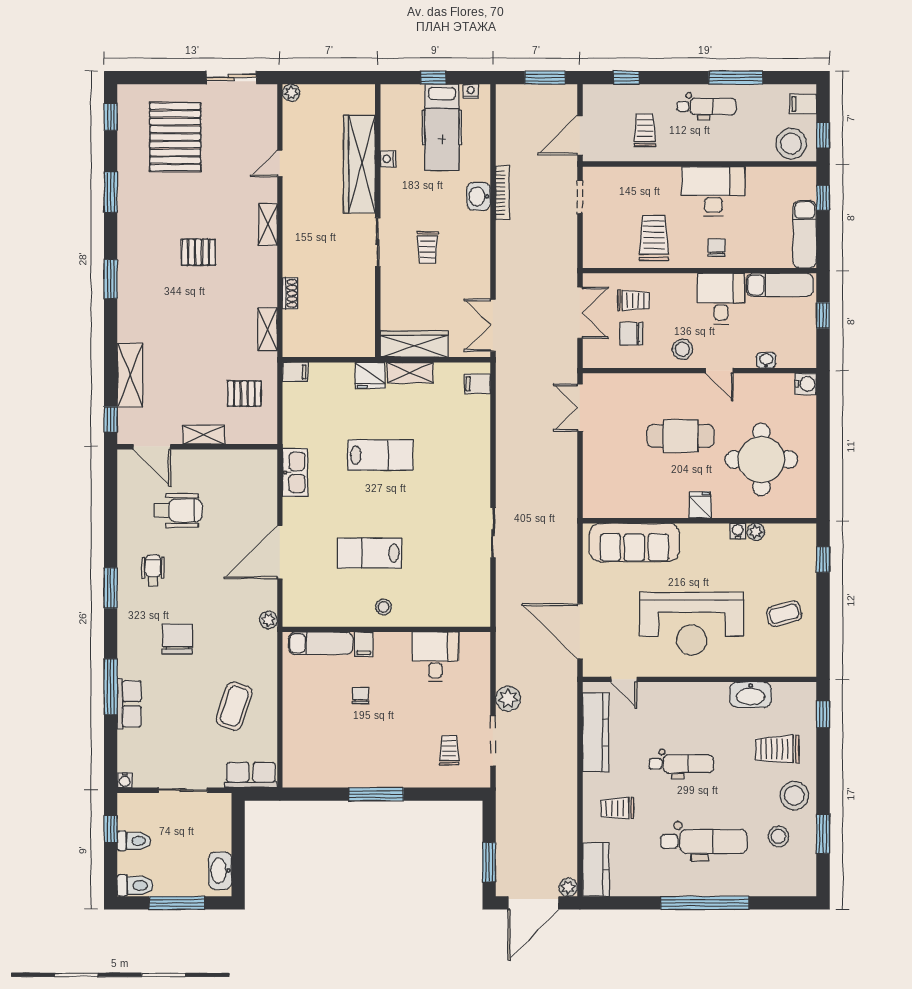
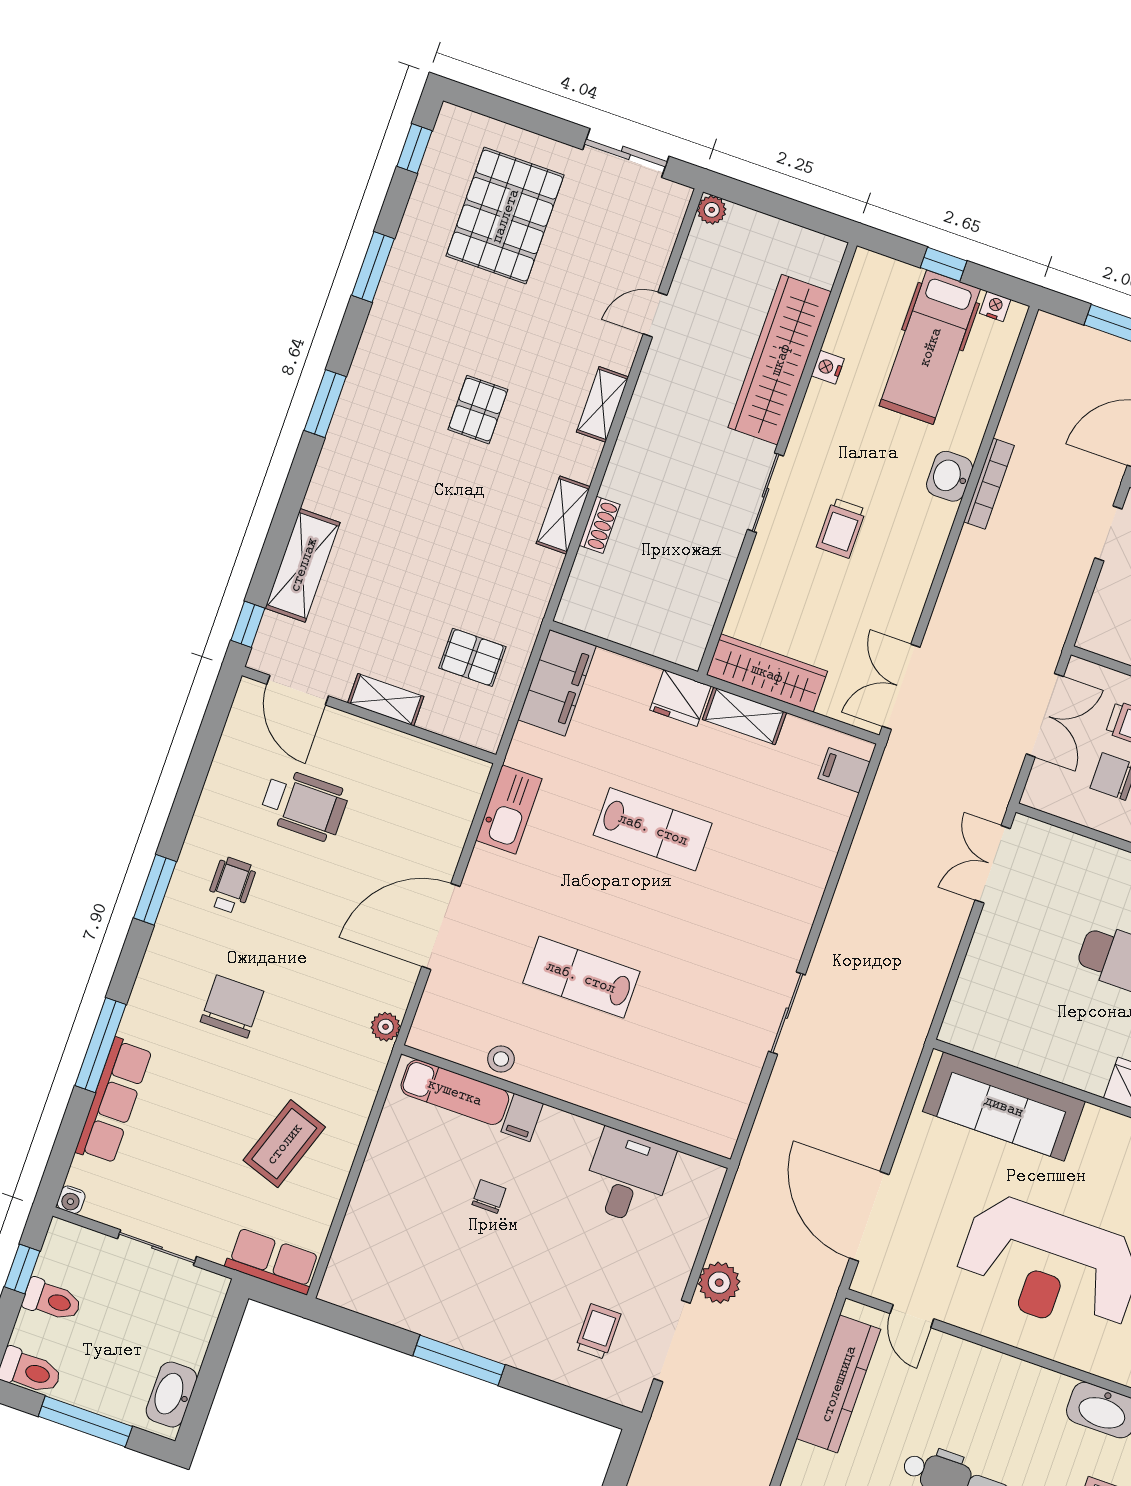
pallet: (198, 252) -> (478, 410), turned 90
shelving: (268, 329) -> (563, 515), moved
filing cabinet: (295, 372) -> (557, 683), width x3.00, depth x1.17
stool: (383, 607) -> (501, 1059), moved
row of seats: (129, 704) -> (114, 1101), width x1.48

